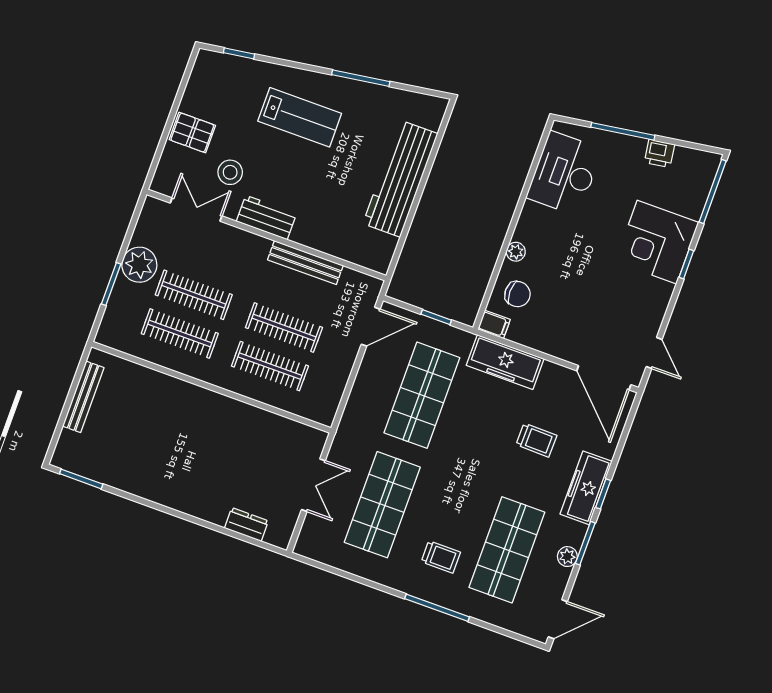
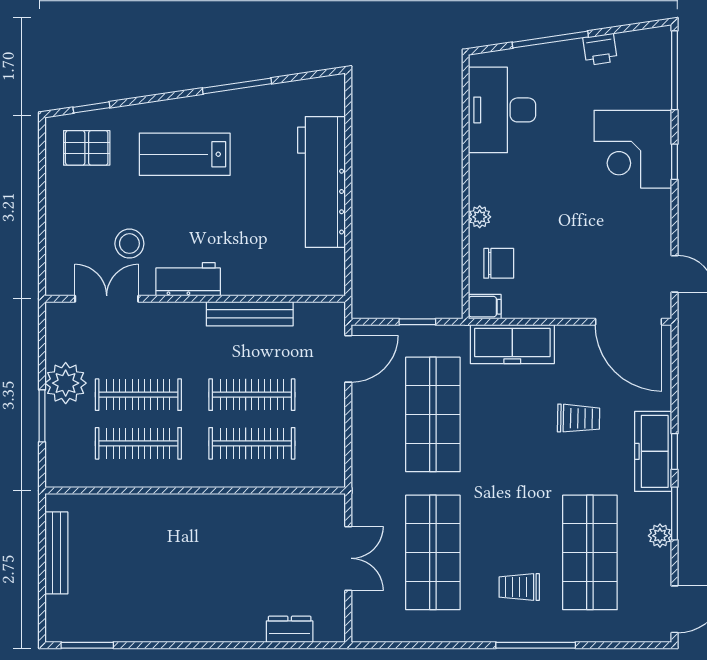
lab bench: (300, 117) -> (185, 154), turned 180
pallet: (192, 133) -> (87, 148), moved
trolley: (441, 557) -> (519, 587), turned 180

